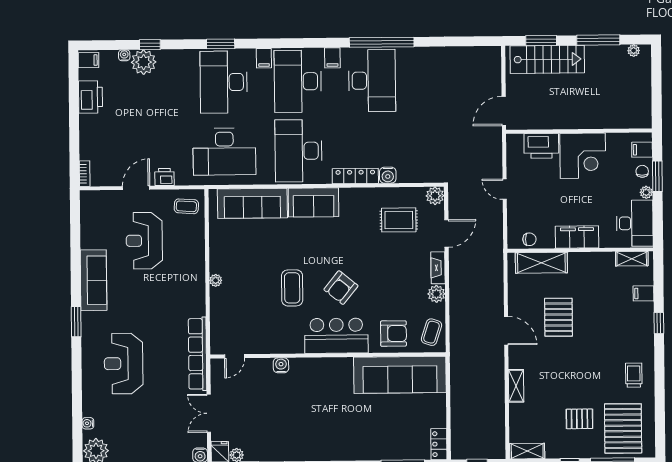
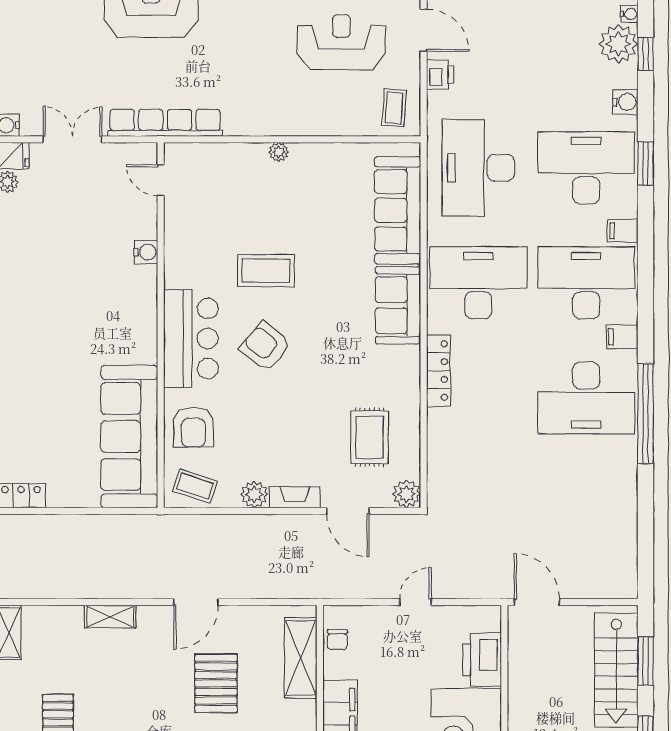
water cooler: (388, 175) -> (625, 102), moved, turned 180
pallet: (558, 317) -> (216, 683), turned 90

